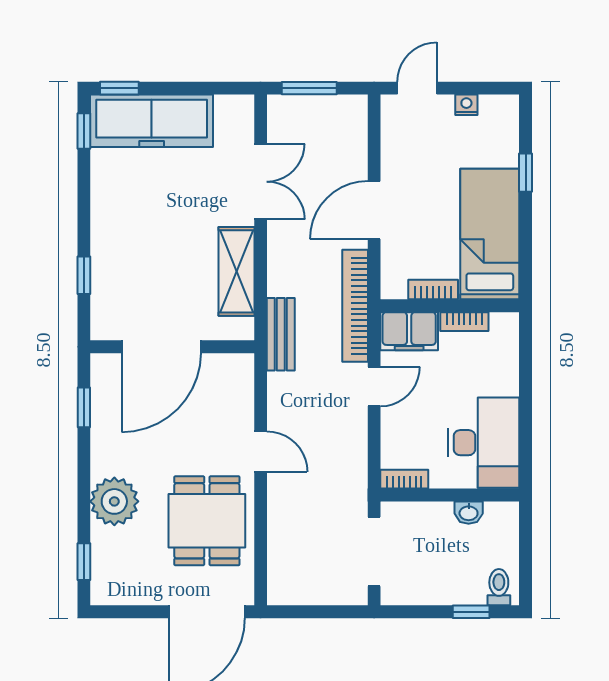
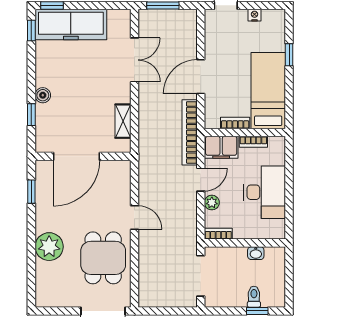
boiler: (103, 242) -> (43, 95), added
shelving: (236, 271) -> (123, 121), width x0.67, depth x0.75
bench: (281, 334) -> (146, 149), removed
plant: (393, 426) -> (212, 203), added
desk: (484, 443) -> (265, 192), moved
window: (84, 562) -> (31, 282), removed
toilet: (499, 587) -> (254, 297), moved

